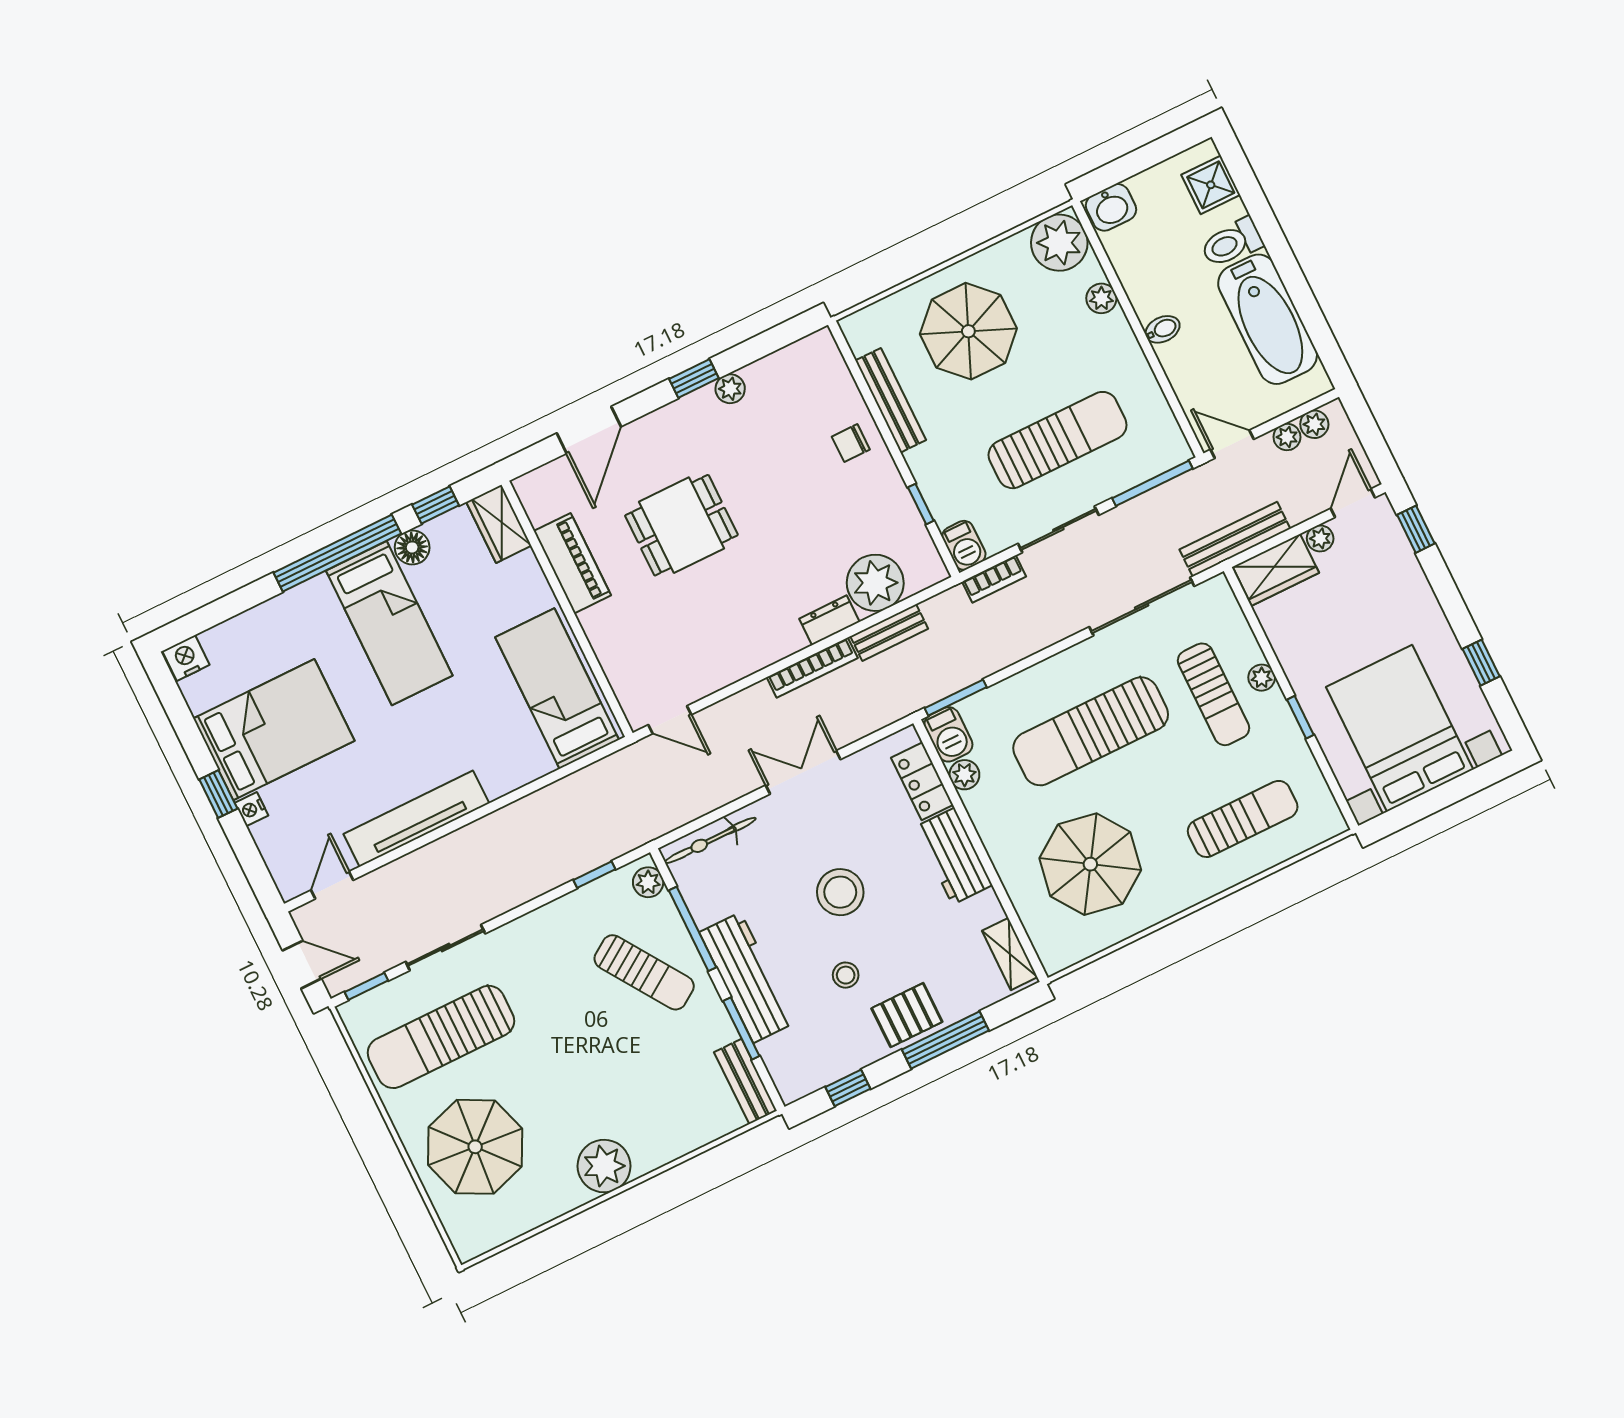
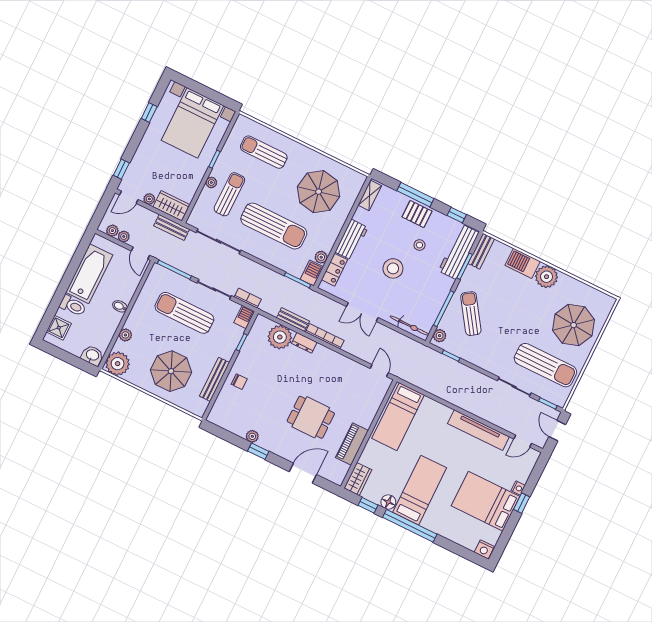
bench: (1235, 539) -> (172, 227), width x0.73
workbench: (747, 978) -> (459, 252), moved
barbecue: (663, 1141) -> (523, 263), added

